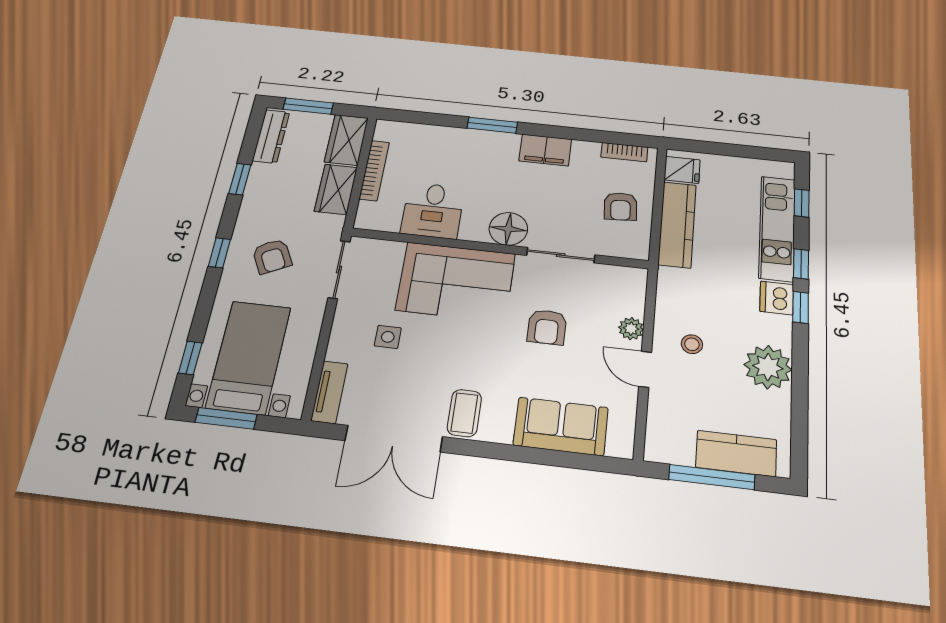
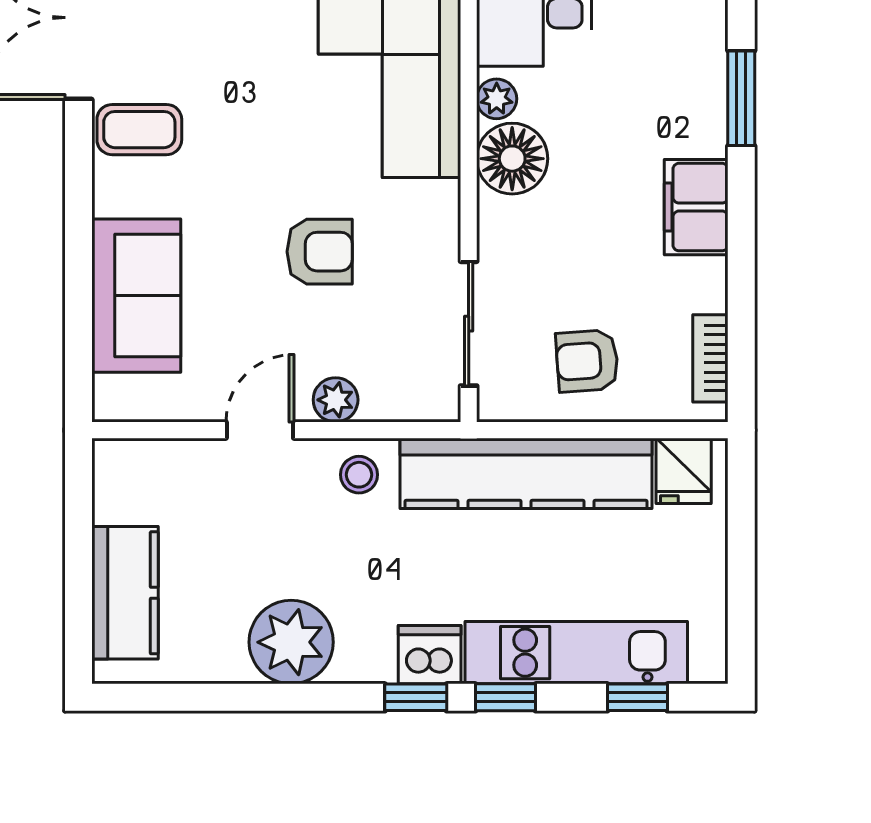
kitchen counter: (677, 224) -> (526, 473), width x1.39, depth x1.17
plant: (475, 233) -> (497, 99), added
sliding door: (561, 255) -> (469, 324), moved
armchair: (547, 327) -> (320, 252), turned 180
stool: (692, 344) -> (359, 475), moved
window: (712, 477) -> (78, 554), removed

